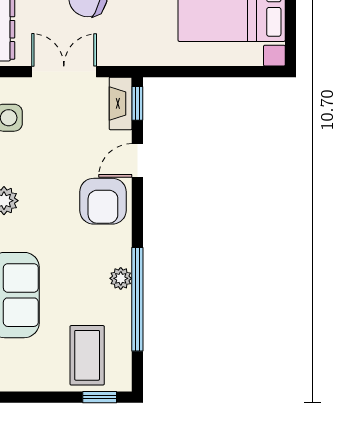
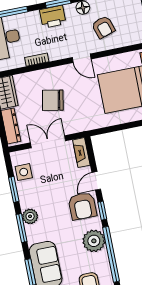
window: (137, 103) -> (102, 211), moved
plant: (121, 278) -> (94, 241), width x1.87, depth x1.87

